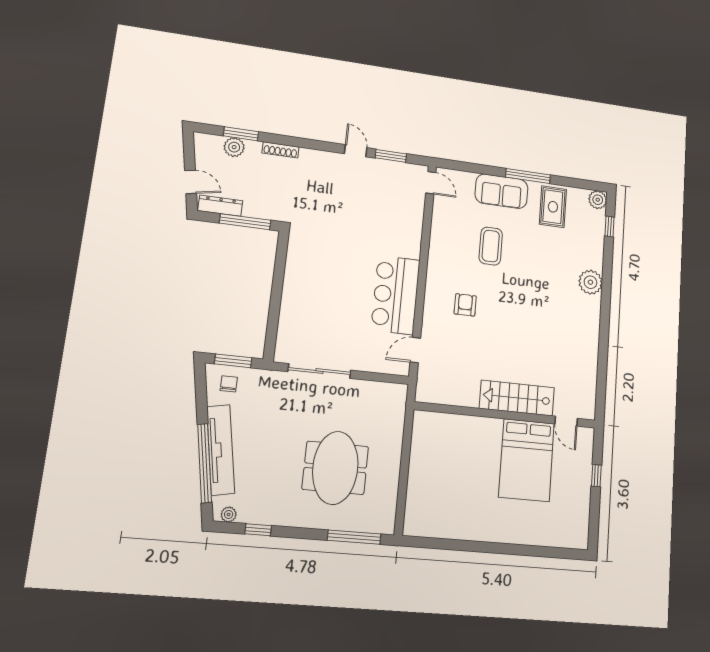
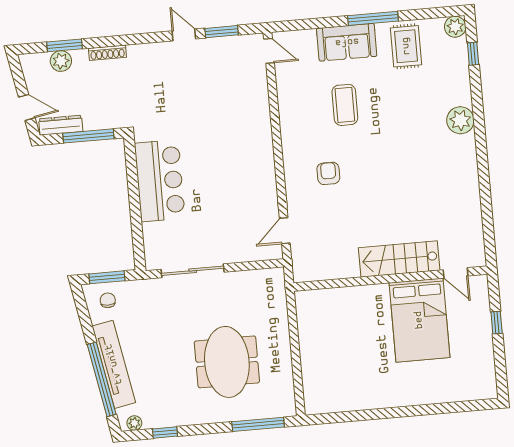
bar counter: (396, 295) -> (160, 181), moved, turned 180

